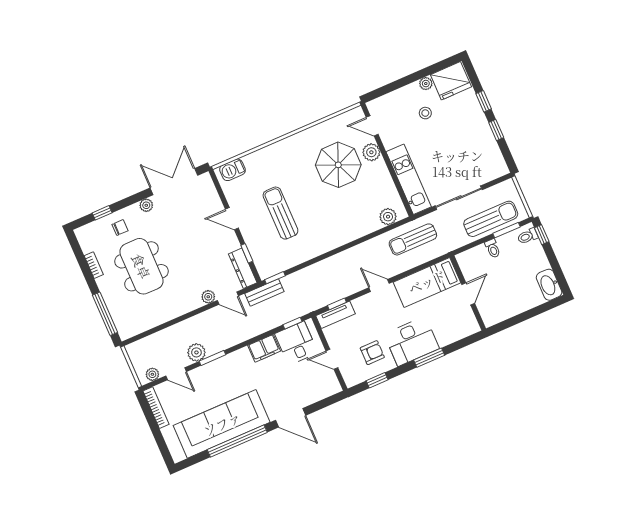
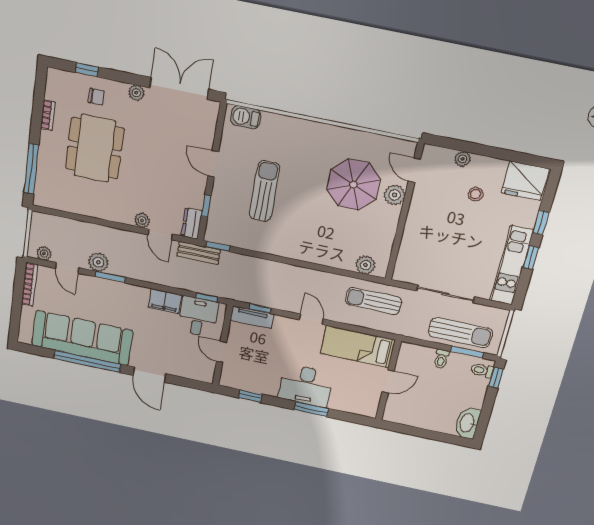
plant: (426, 84) -> (462, 159), moved
kitchen unit: (409, 179) -> (511, 265), moved, turned 180
dresser: (243, 268) -> (192, 223), width x0.70
armchair: (372, 353) -> (263, 371), removed

